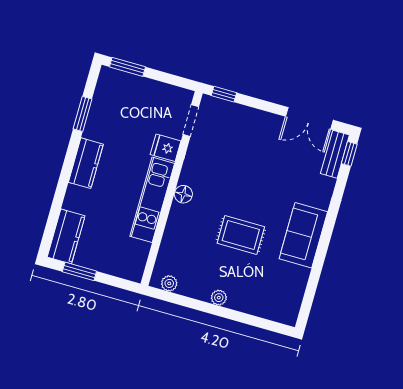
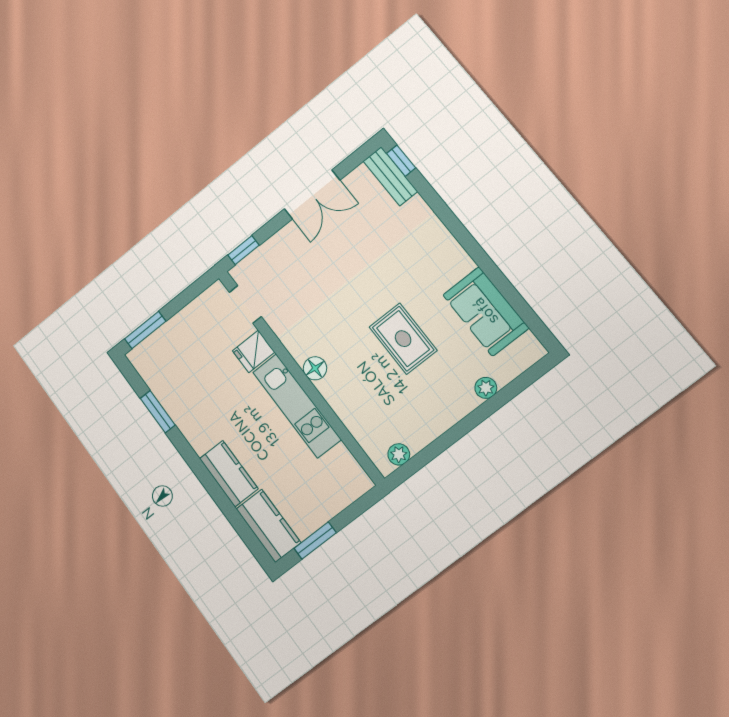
double door: (309, 118) -> (312, 195), moved
kitchen counter: (86, 163) -> (229, 474), moved
rug: (241, 235) -> (403, 339), turned 90
sofa: (303, 235) -> (486, 311), moved
plant: (219, 298) -> (486, 388), moved

